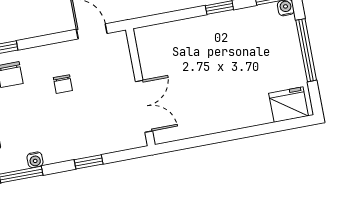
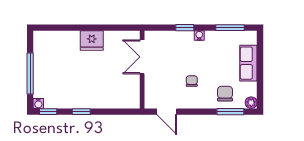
fridge: (289, 105) -> (92, 40), moved
water cooler: (35, 160) -> (199, 35), moved

